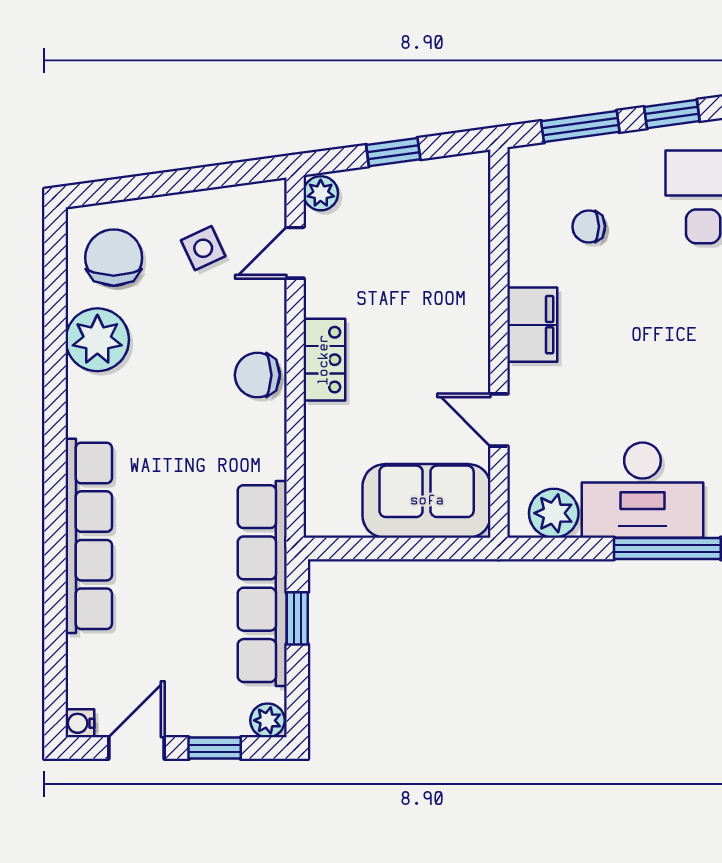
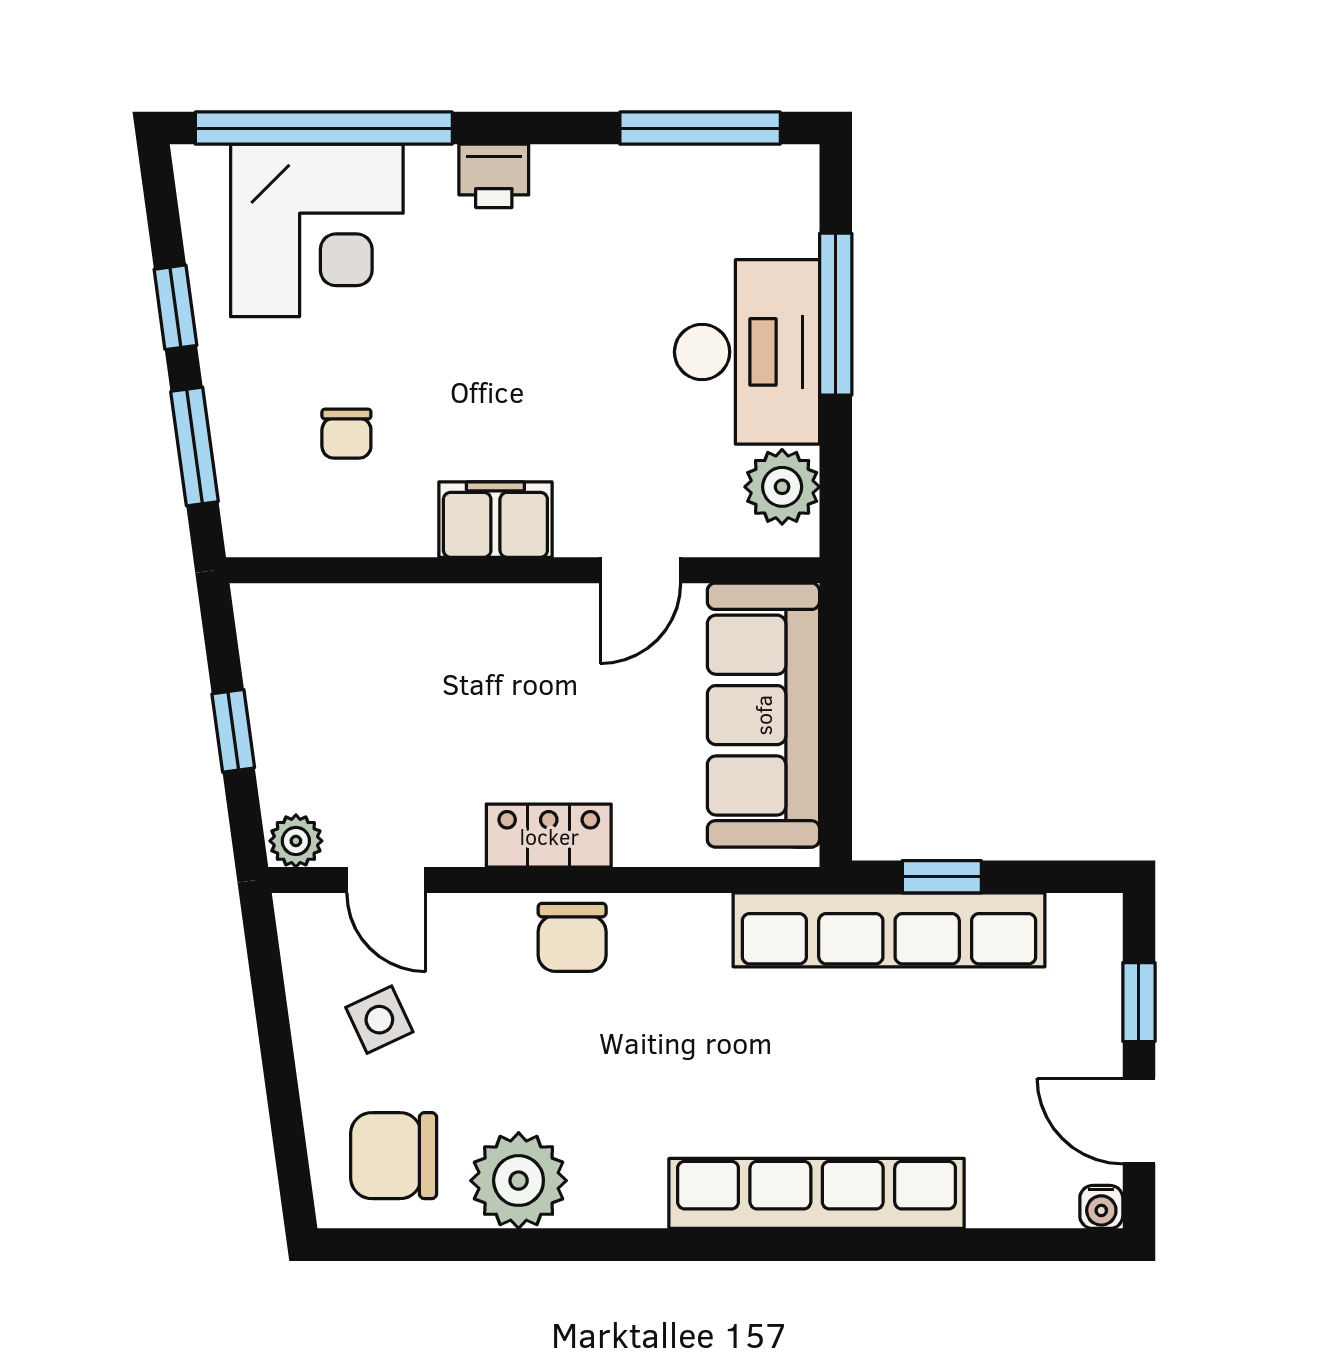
sofa: (427, 501) -> (763, 715), width x1.36
plant: (267, 720) -> (1097, 922), removed

